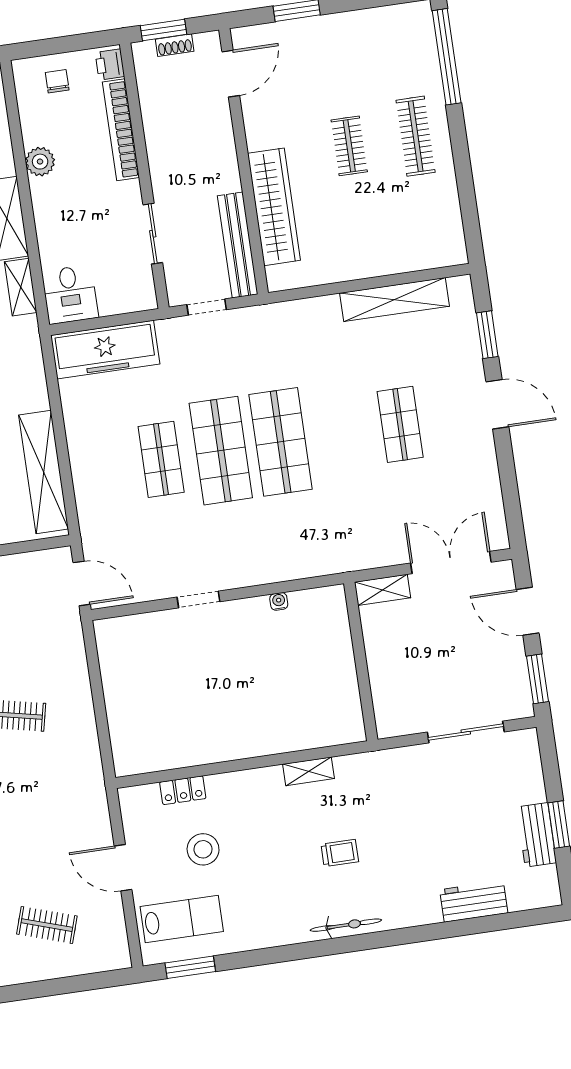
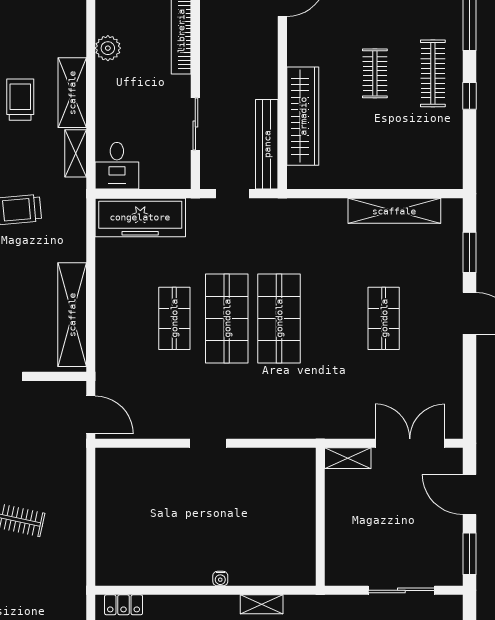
window: (461, 156) -> (470, 96), added
doorway: (198, 599) -> (208, 443), moved
water cooler: (279, 601) -> (220, 579), moved, turned 180
locker: (183, 790) -> (124, 605), moved

